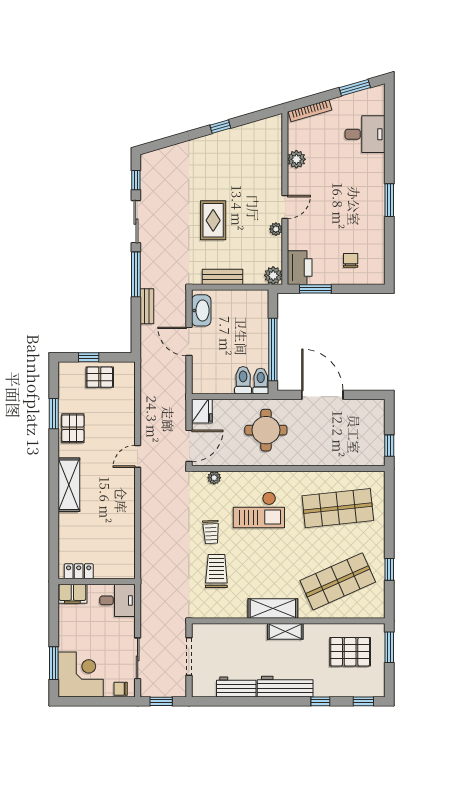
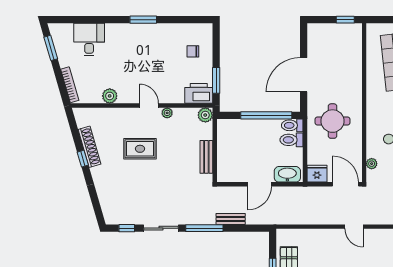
shoe rack: (235, 135) -> (89, 147), added
rug: (213, 220) -> (140, 149), moved
washbasin: (201, 310) -> (287, 174), moved

